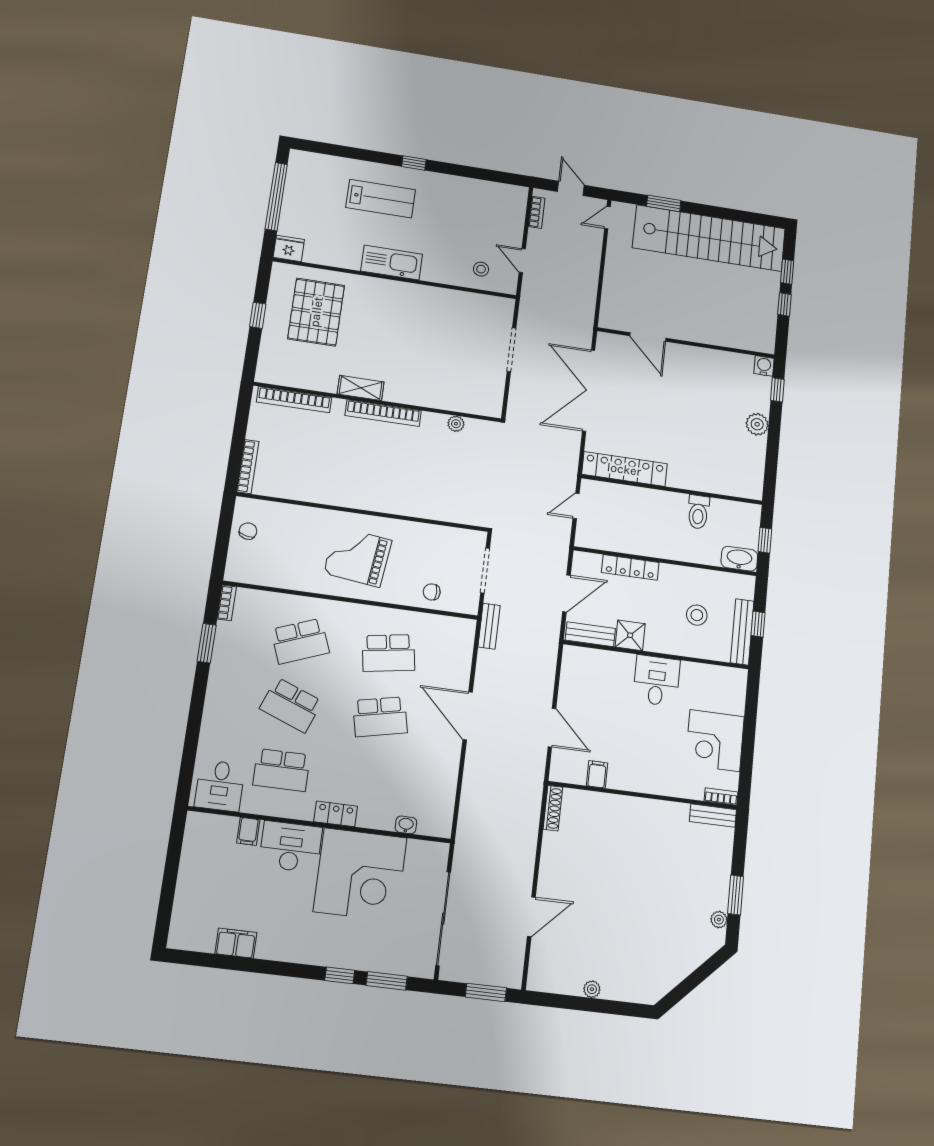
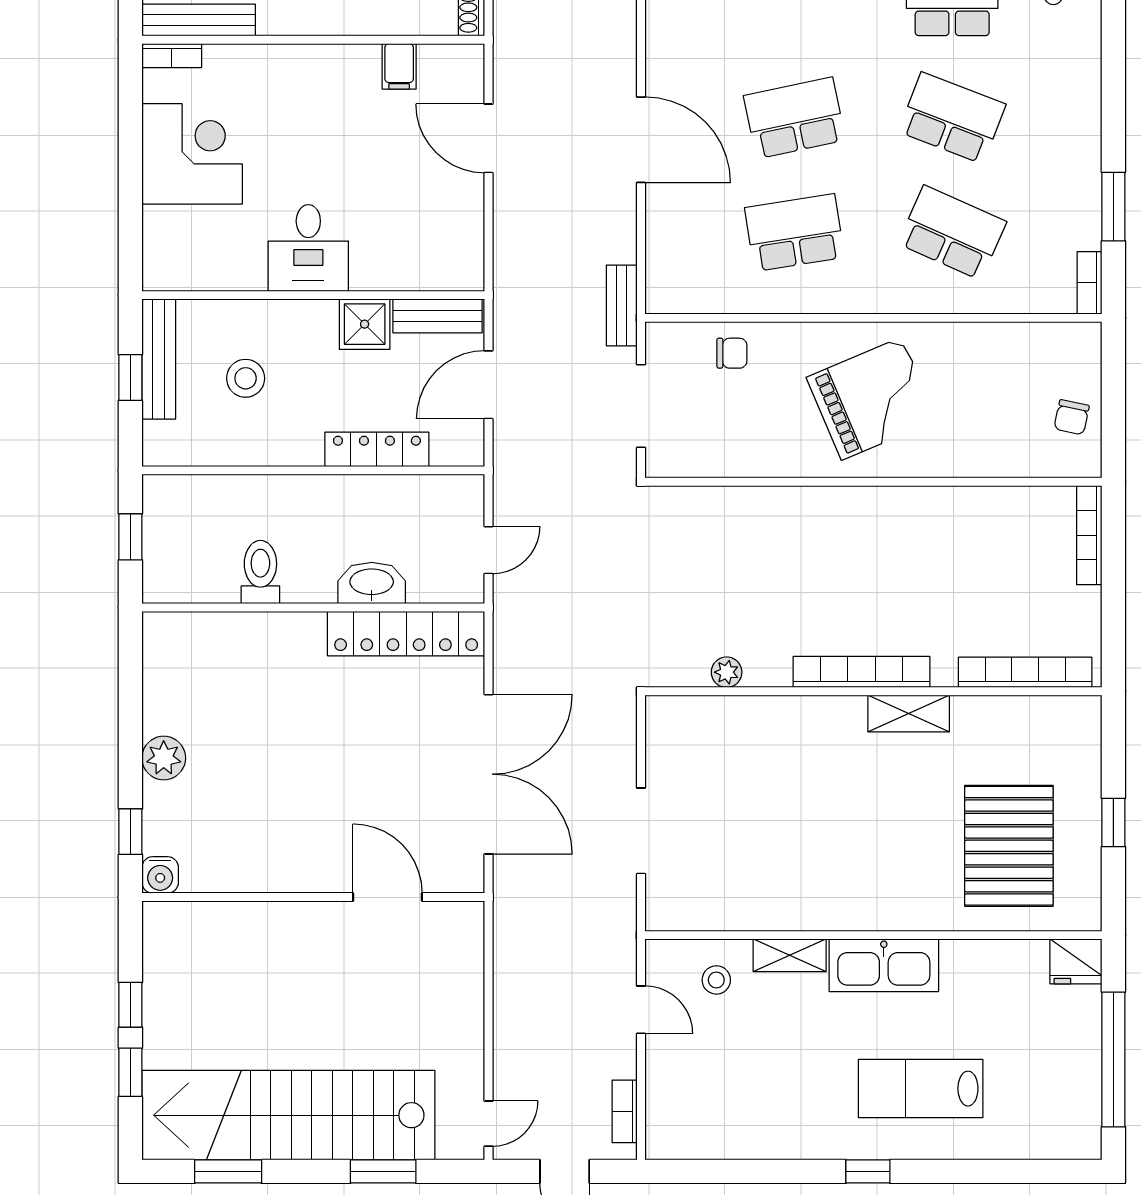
window: (742, 216) -> (228, 1171), added
shelving: (441, 275) -> (790, 955), added
grand piano: (358, 557) -> (872, 399), turned -30
washbasin: (739, 559) -> (372, 583), moved, turned 180
school desk: (300, 641) -> (952, 233), turned 45
bench: (713, 816) -> (199, 20), width x1.36

